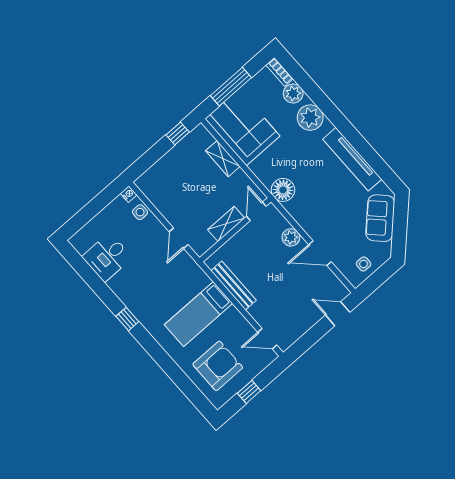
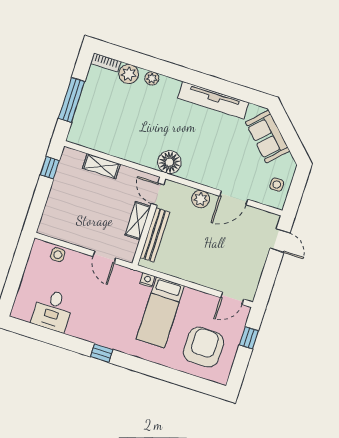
plant: (310, 118) -> (152, 78), width x0.53, depth x0.53
corner sofa: (242, 127) -> (102, 129), removed
nightstand: (129, 194) -> (147, 280), moved
bench: (234, 286) -> (155, 235), moved, turned 90
door: (338, 314) -> (280, 241), swing flipped
window: (249, 392) -> (249, 338), moved

